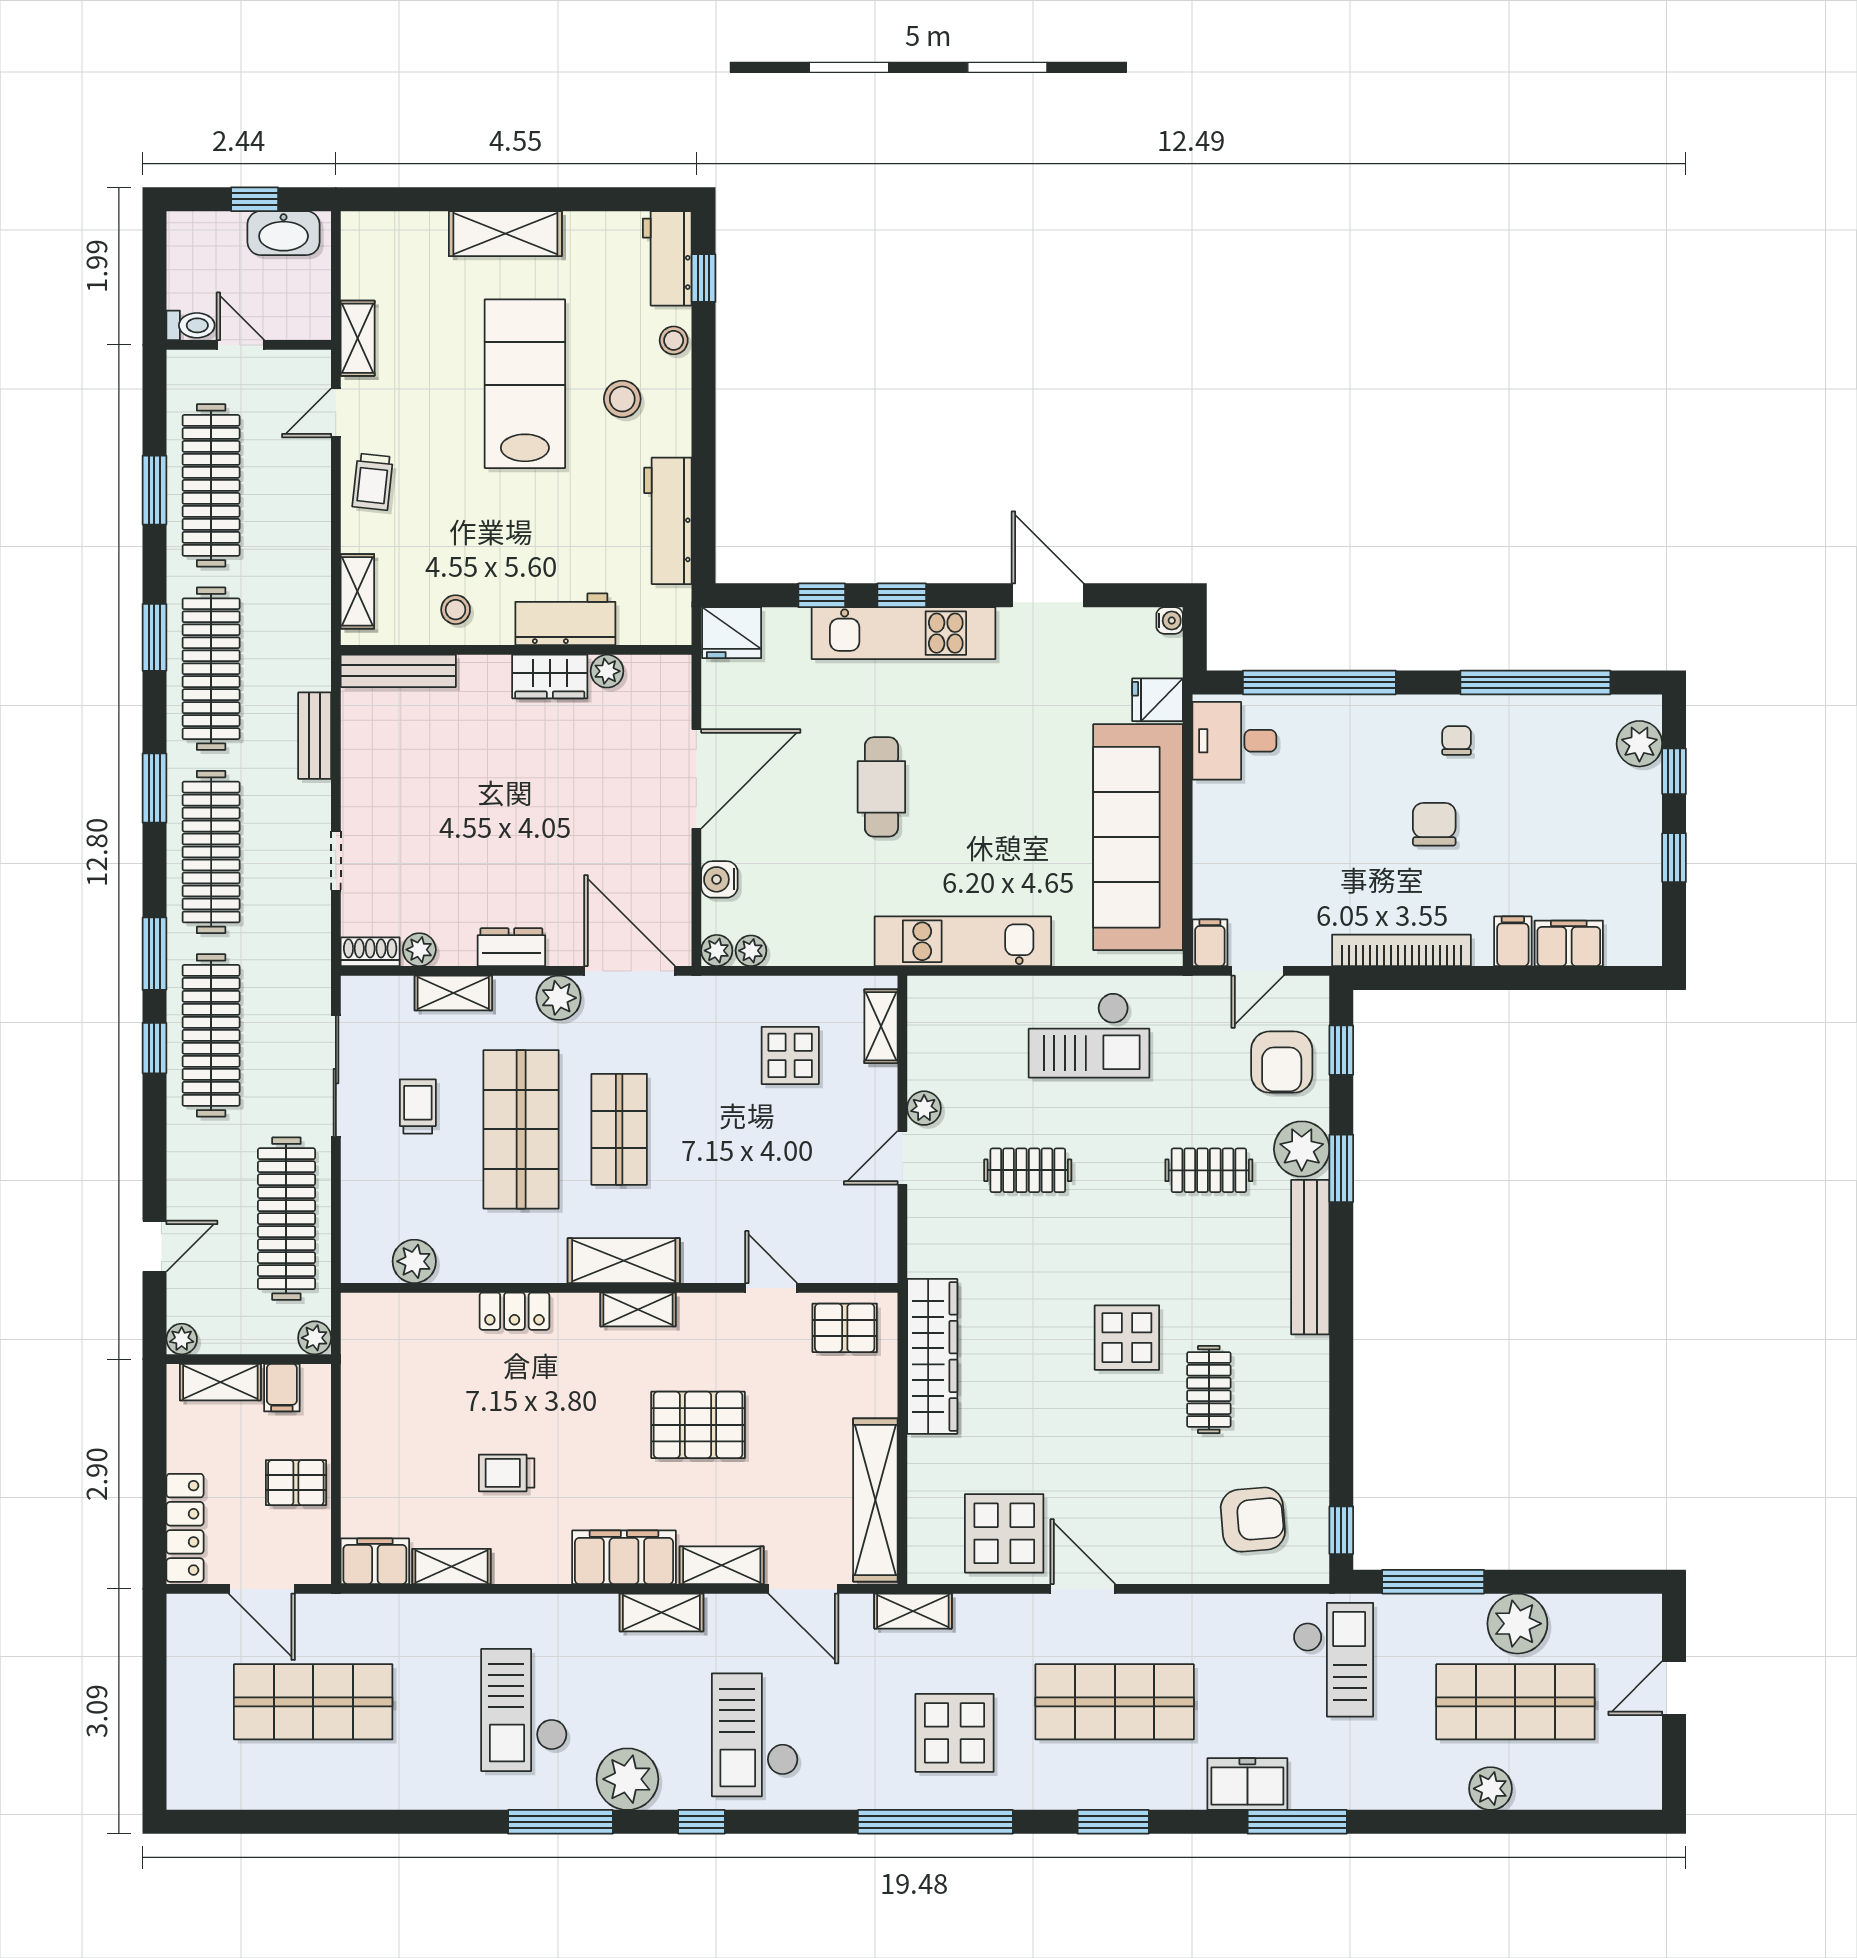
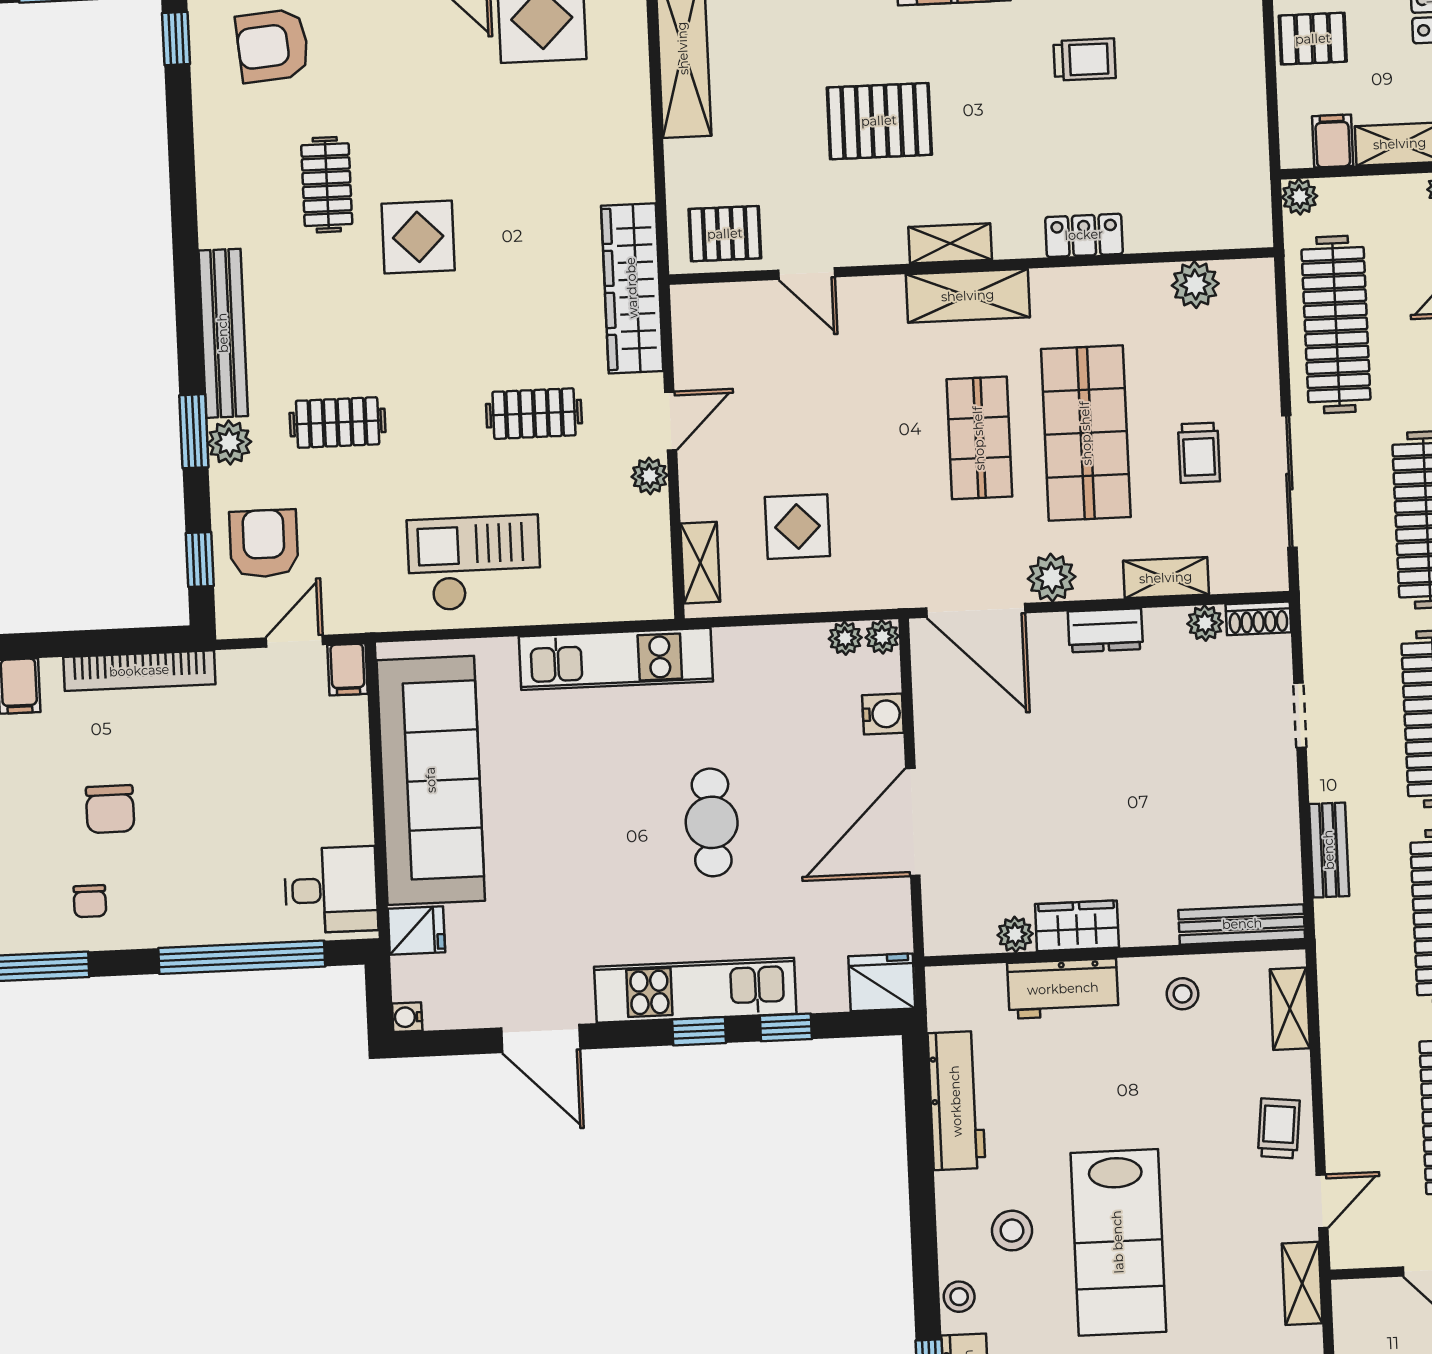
plant: (1302, 1149) -> (229, 443), width x0.73, depth x0.73
wardrobe: (932, 1356) -> (632, 288), moved

